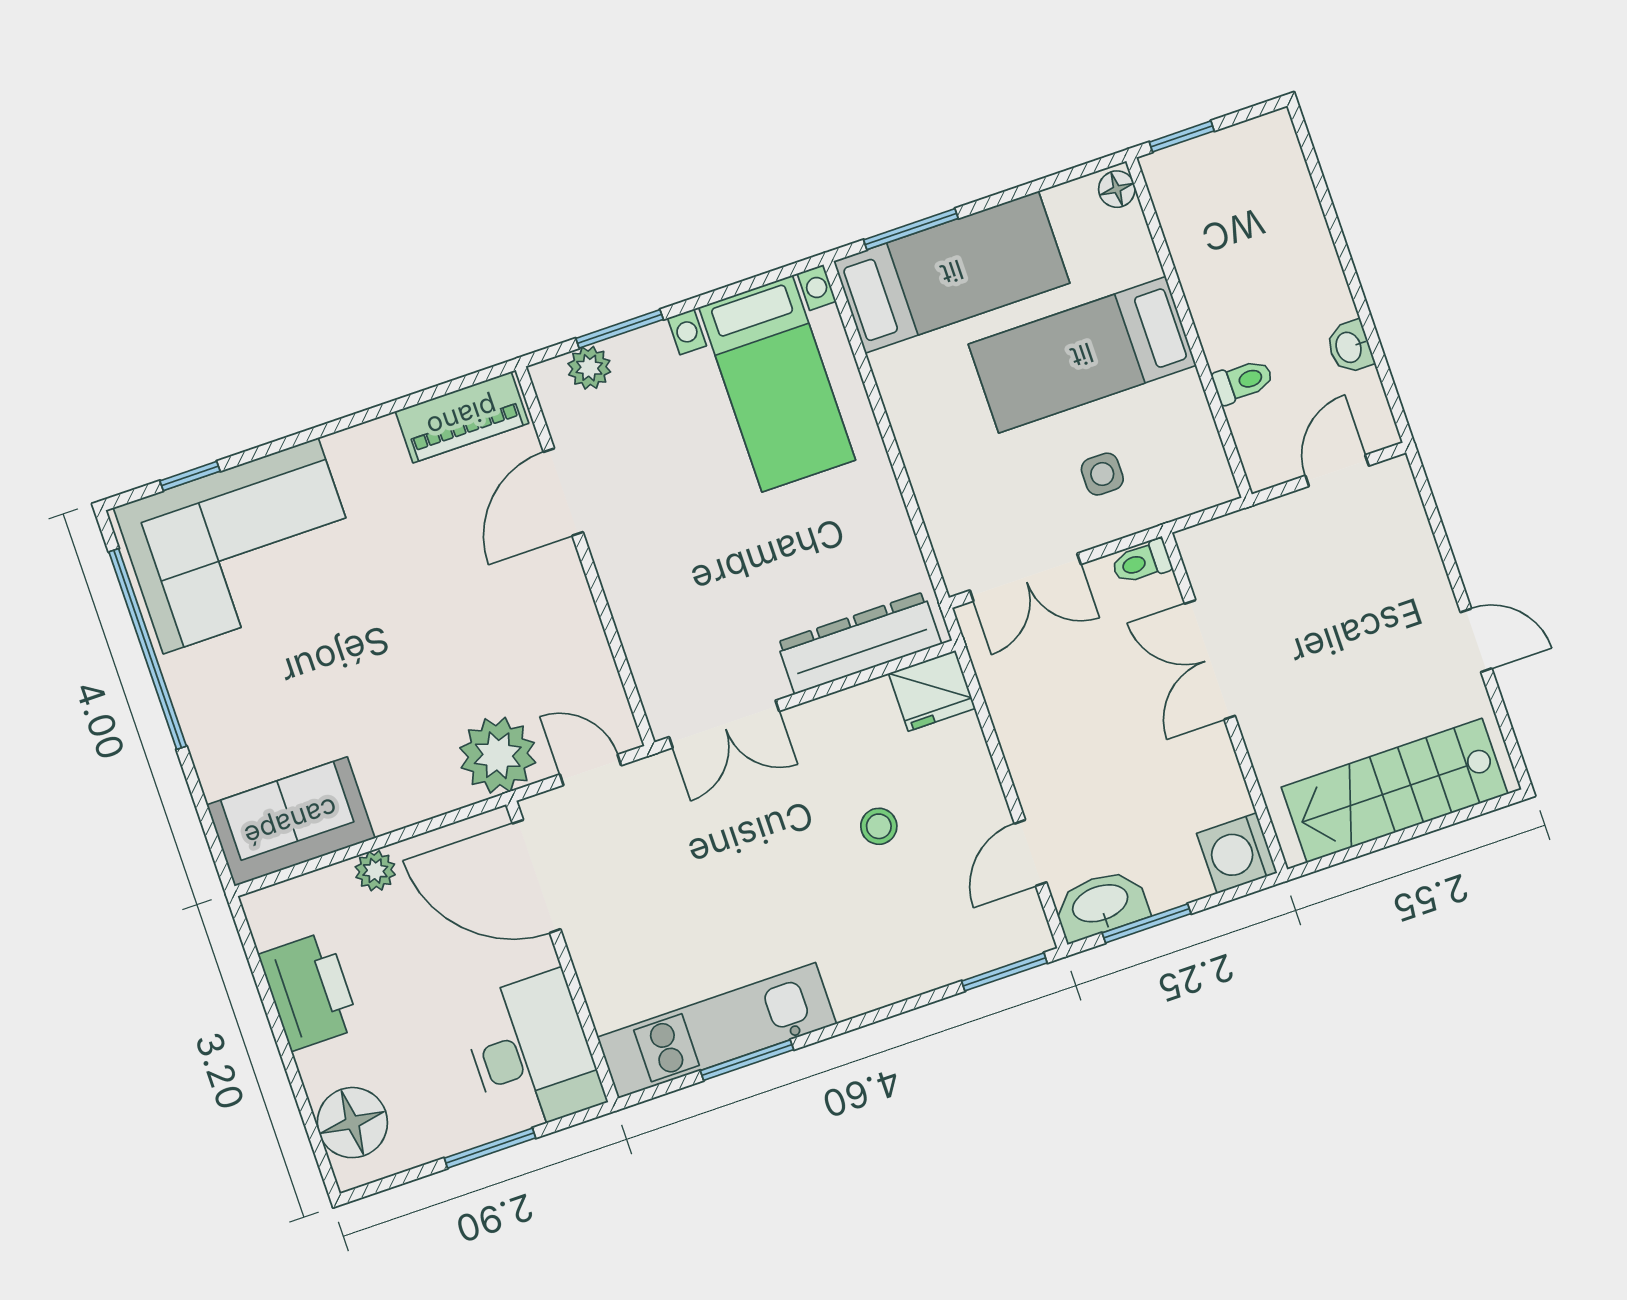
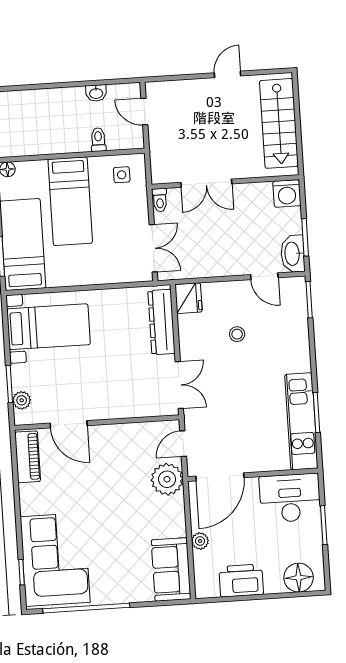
side table: (1102, 474) -> (122, 175), moved

